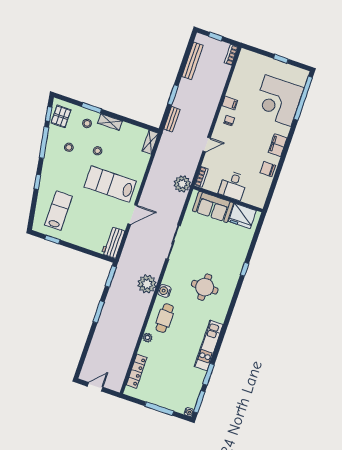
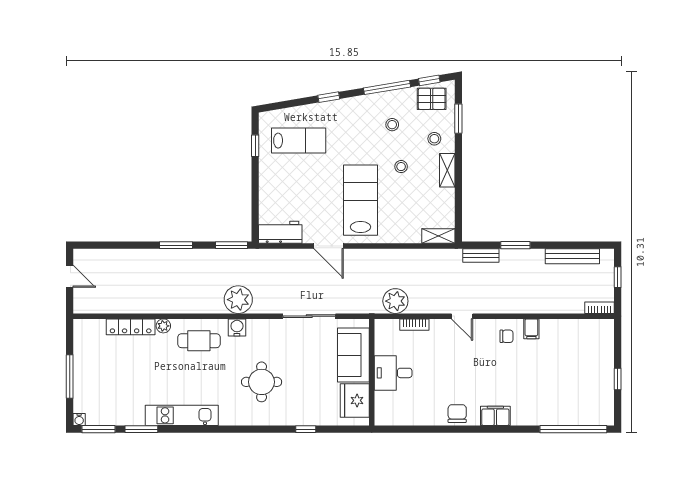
corner desk: (278, 101) -> (558, 395), removed
window: (92, 108) -> (458, 119), moved
desk: (233, 185) -> (393, 373), moved
wall: (228, 199) -> (372, 372), moved
sofa: (213, 207) -> (353, 355), moved
fridge: (242, 216) -> (355, 400), moved
locker: (137, 371) -> (131, 327), moved

